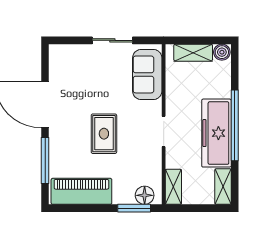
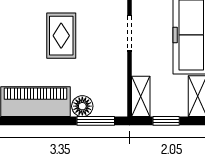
floor lamp: (145, 195) -> (82, 106), moved
window: (196, 208) -> (166, 121), added

